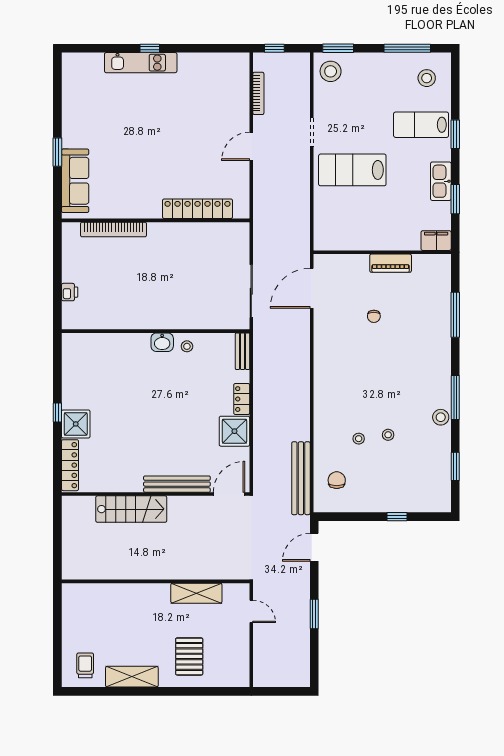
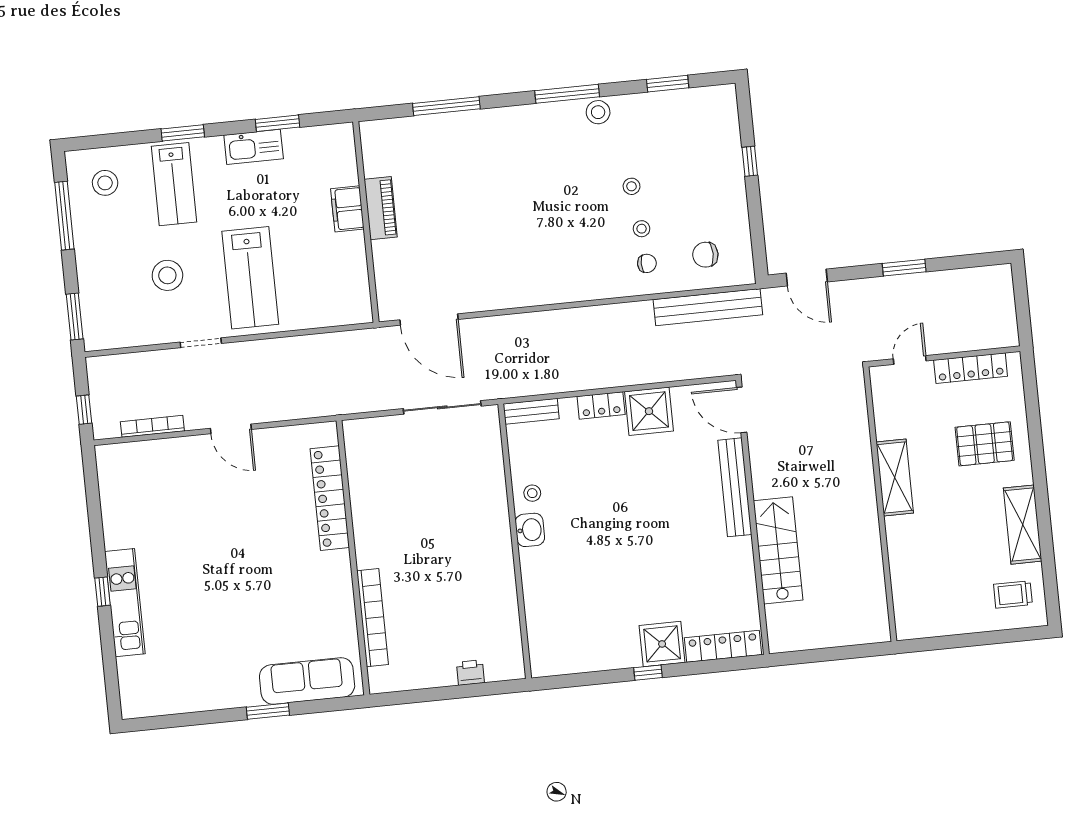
stool: (331, 71) -> (167, 275), moved
filing cabinet: (436, 241) -> (347, 209), moved
chair: (374, 316) -> (647, 263), moved
shelving: (196, 593) -> (895, 477), moved
locker: (241, 652) -> (971, 368), added

